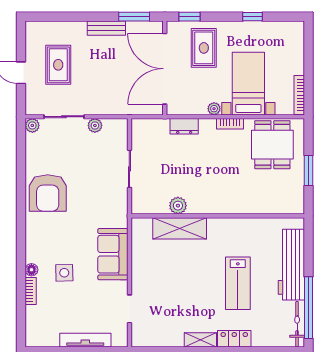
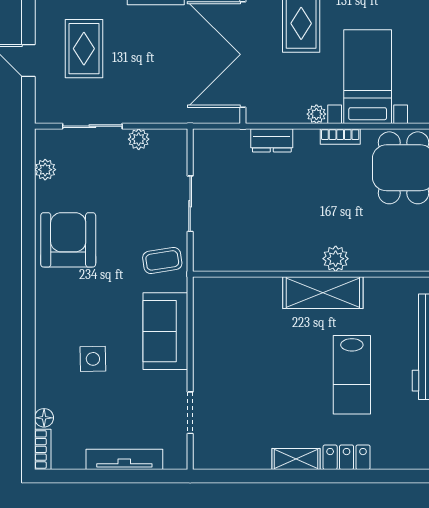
plant: (32, 125) -> (45, 170), moved
armchair: (48, 193) -> (68, 240), turned 180
plant: (178, 206) -> (336, 259), moved
coffee table: (111, 207) -> (162, 260), added
shelving: (180, 228) -> (323, 293), moved
floor lamp: (31, 270) -> (44, 418), moved
bookcase: (31, 291) -> (43, 449), moved

